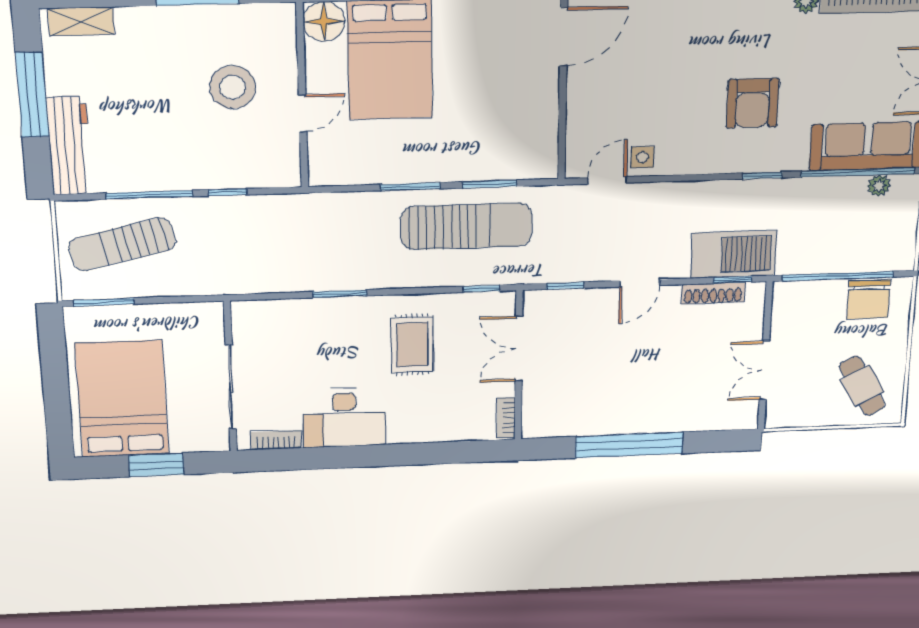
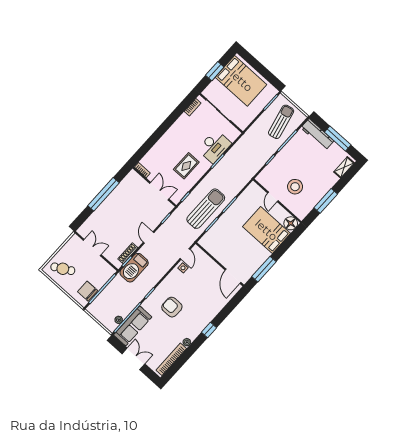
sun lounger: (466, 226) -> (206, 209), turned 180
rug: (412, 345) -> (186, 166), turned 90
desk: (344, 418) -> (214, 146), moved, turned 180

